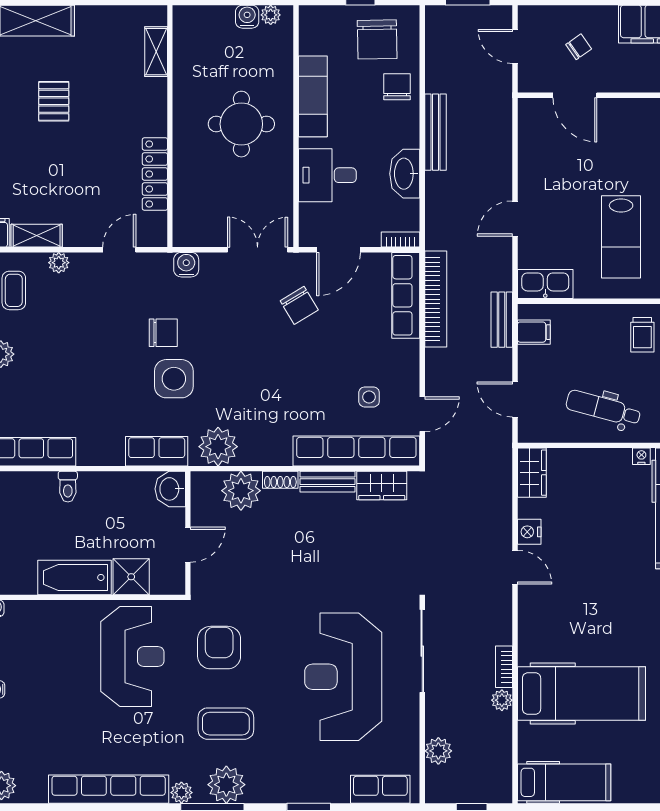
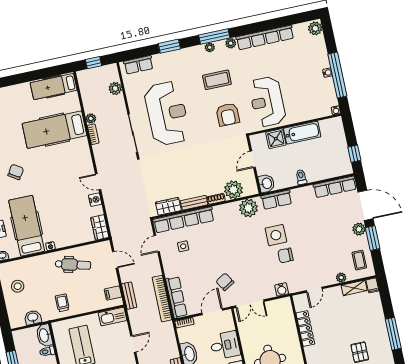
toilet: (68, 487) -> (301, 177), moved
plant: (226, 785) -> (210, 47), width x0.53, depth x0.53

